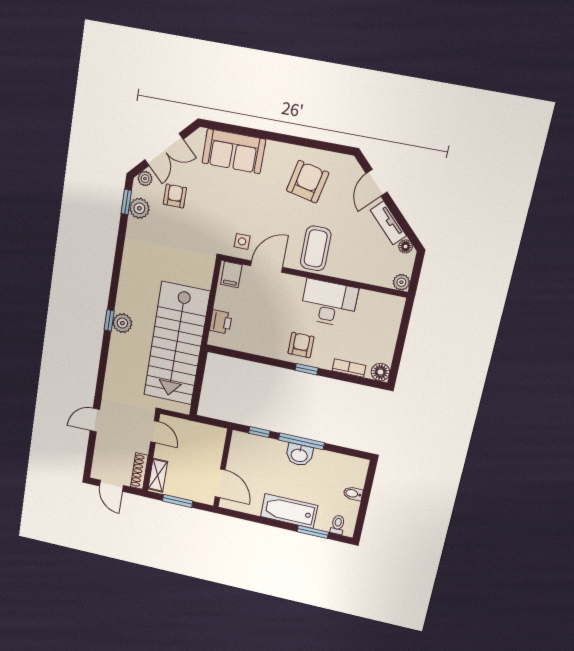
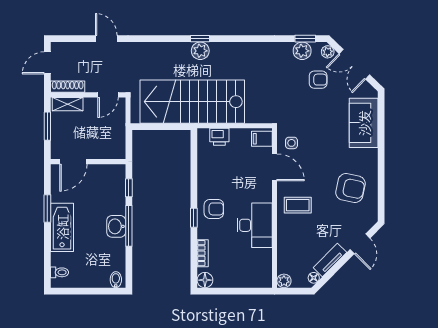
door: (377, 183) -> (360, 244), swing flipped
coffee table: (316, 248) -> (298, 205), width x0.73, depth x0.77
bidet: (353, 494) -> (116, 280), moved
window: (313, 532) -> (47, 208), moved

